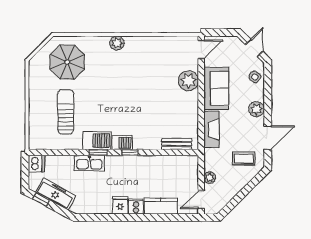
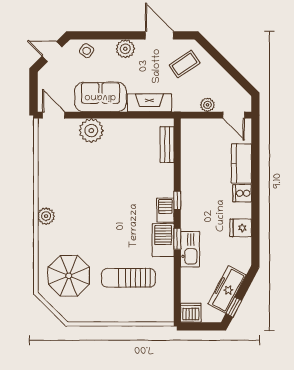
coffee table: (244, 159) -> (185, 64), turned 56
fridge: (120, 205) -> (241, 228), moved

